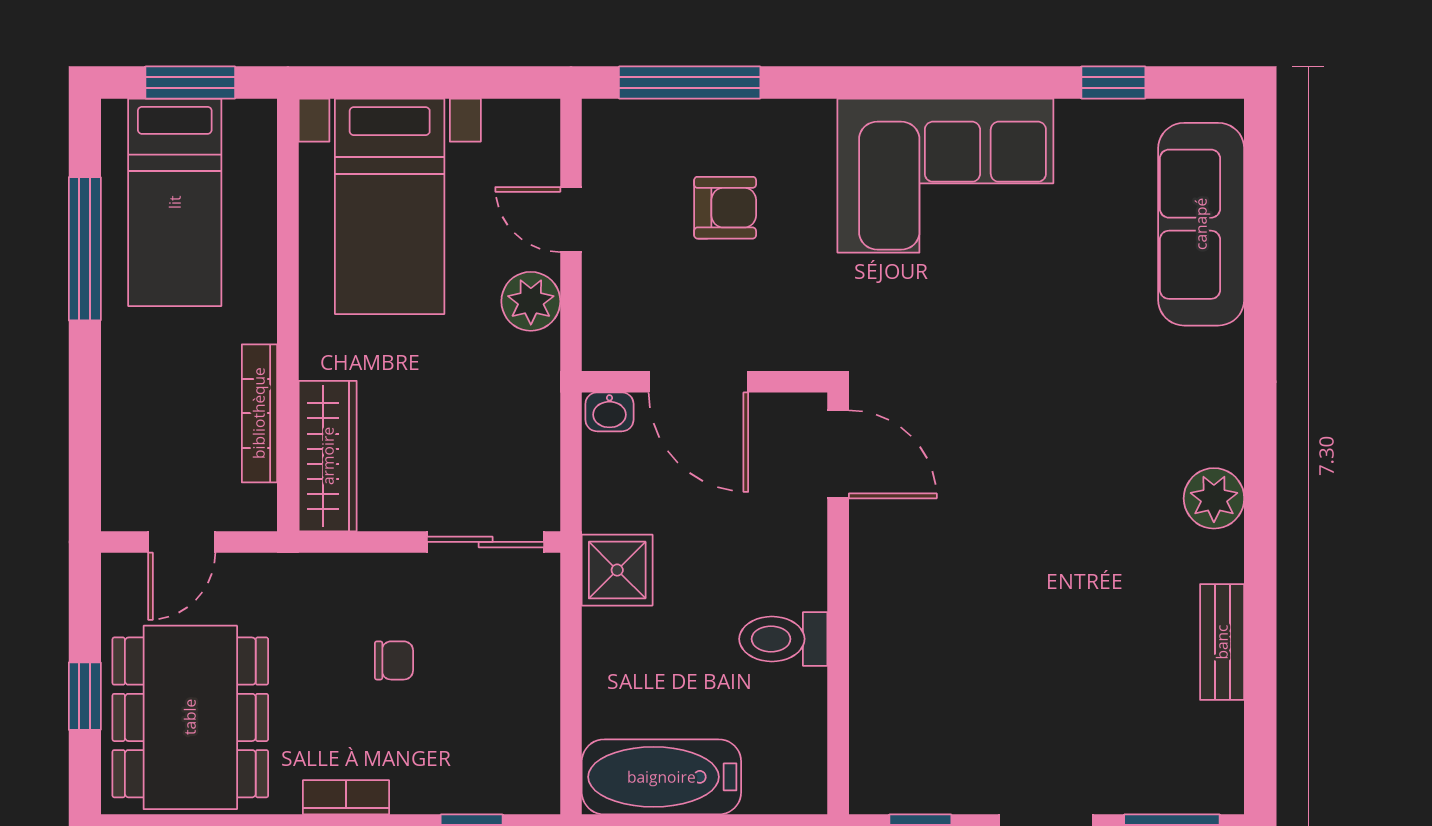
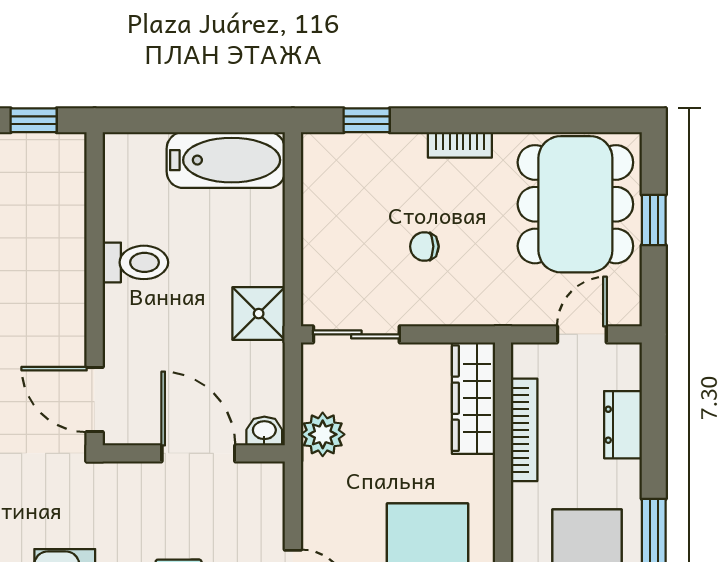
plant: (531, 301) -> (323, 434), moved
dresser: (126, 420) -> (623, 425), added

